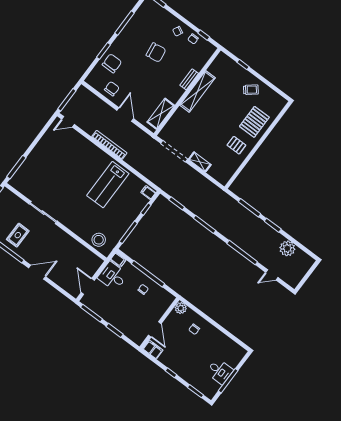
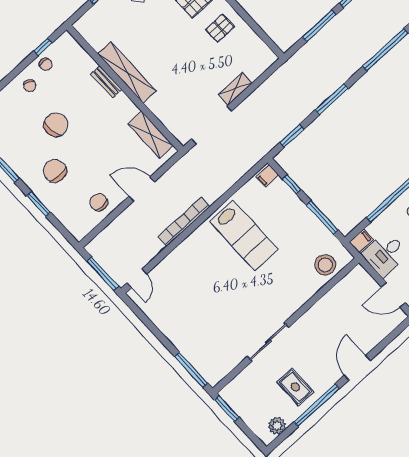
chair: (112, 63) -> (55, 171), moved

